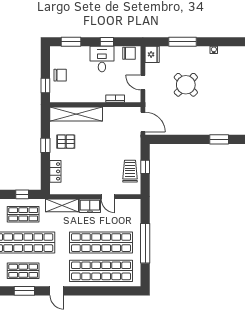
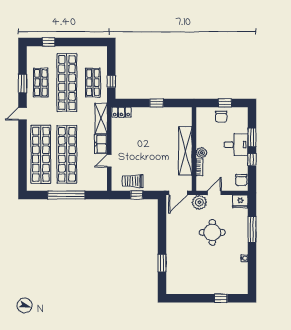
window: (71, 42) -> (252, 137), moved
desk: (102, 59) -> (236, 145), moved
round table: (186, 85) -> (212, 232), turned 45
window: (45, 86) -> (225, 103), moved
plant: (99, 96) -> (201, 153), added
plant: (153, 99) -> (199, 202), added
shelving: (76, 114) -> (185, 151), moved
pallet: (66, 142) -> (160, 122), removed
locker: (55, 171) -> (121, 112), moved
trolley: (130, 171) -> (133, 181), turned 180

